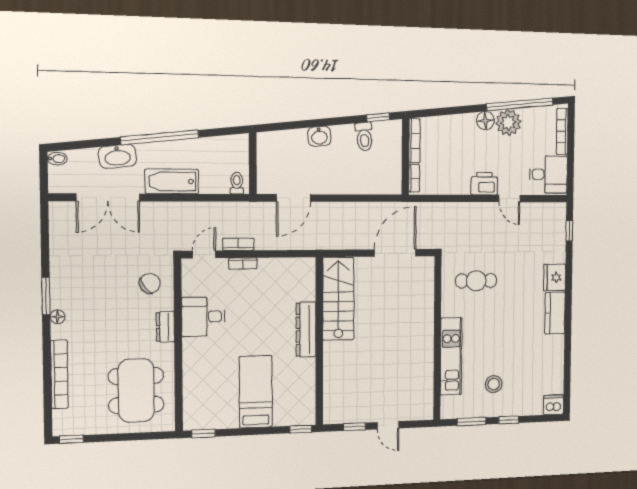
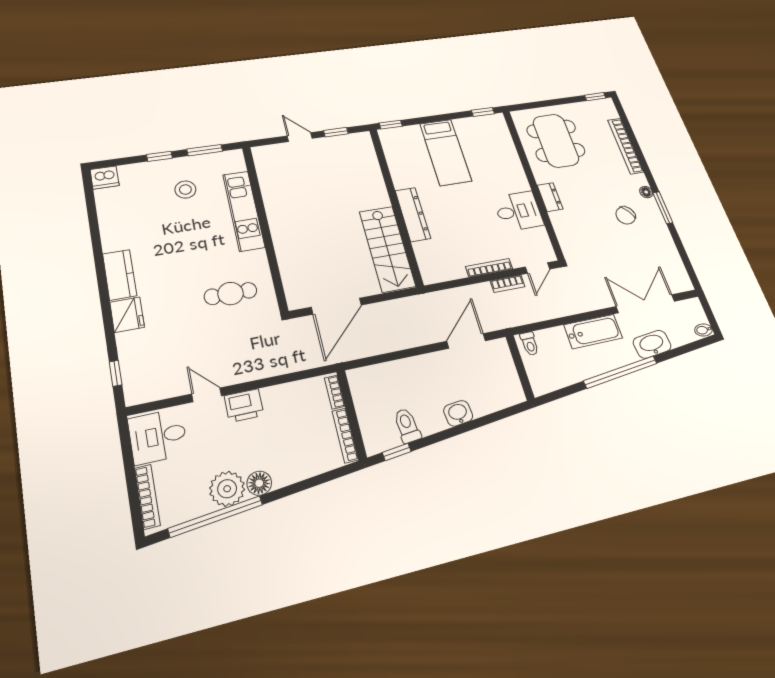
bookcase: (243, 263) -> (489, 268), width x1.56
chair: (150, 283) -> (626, 215), moved

